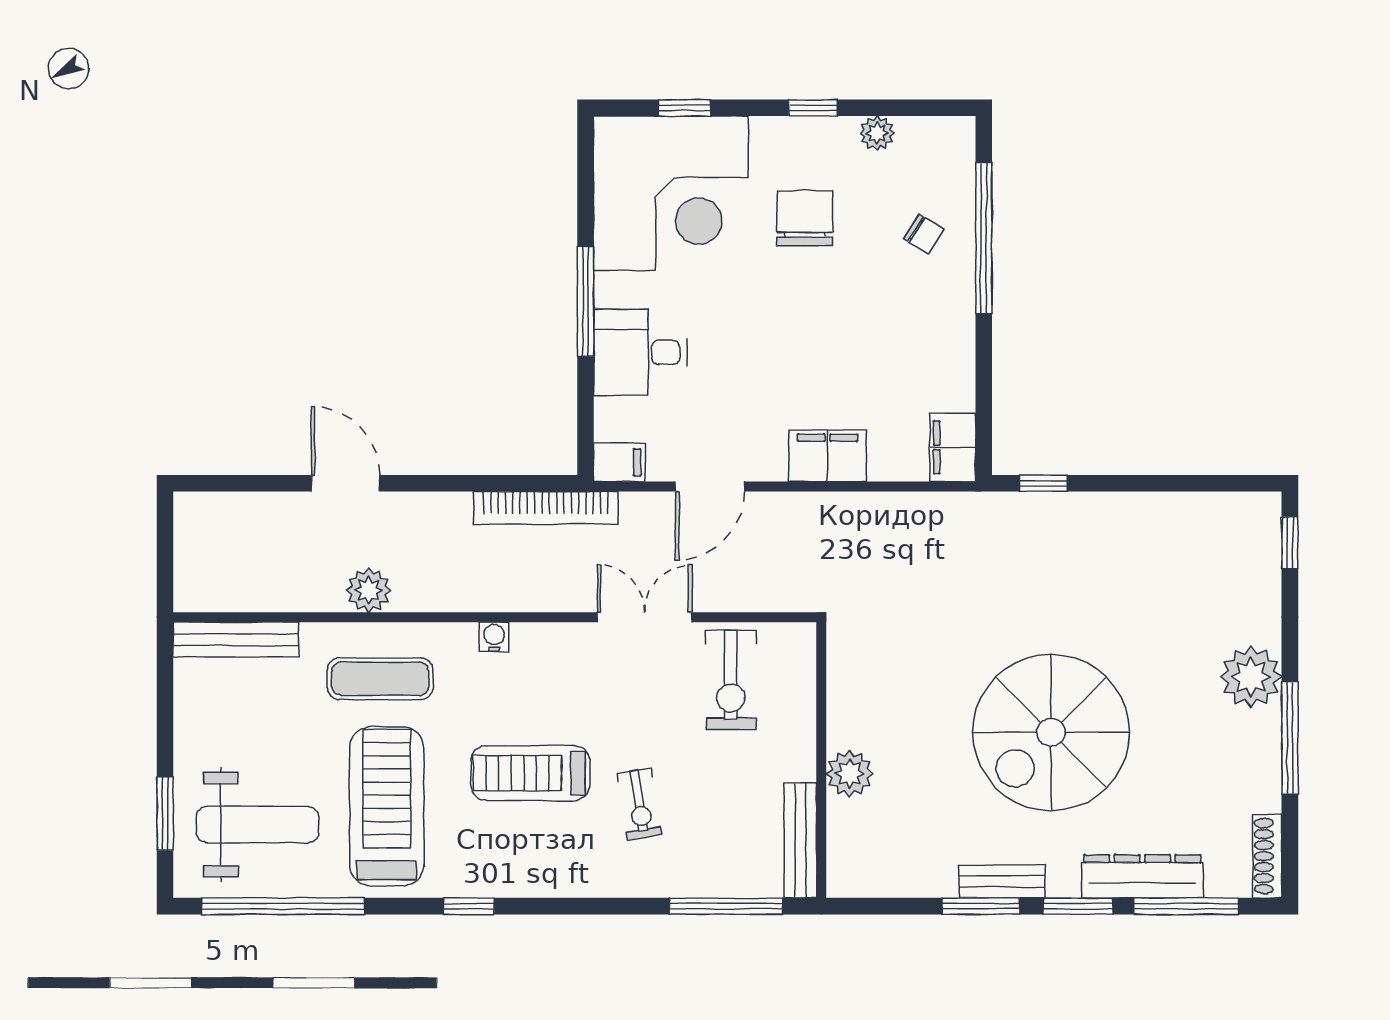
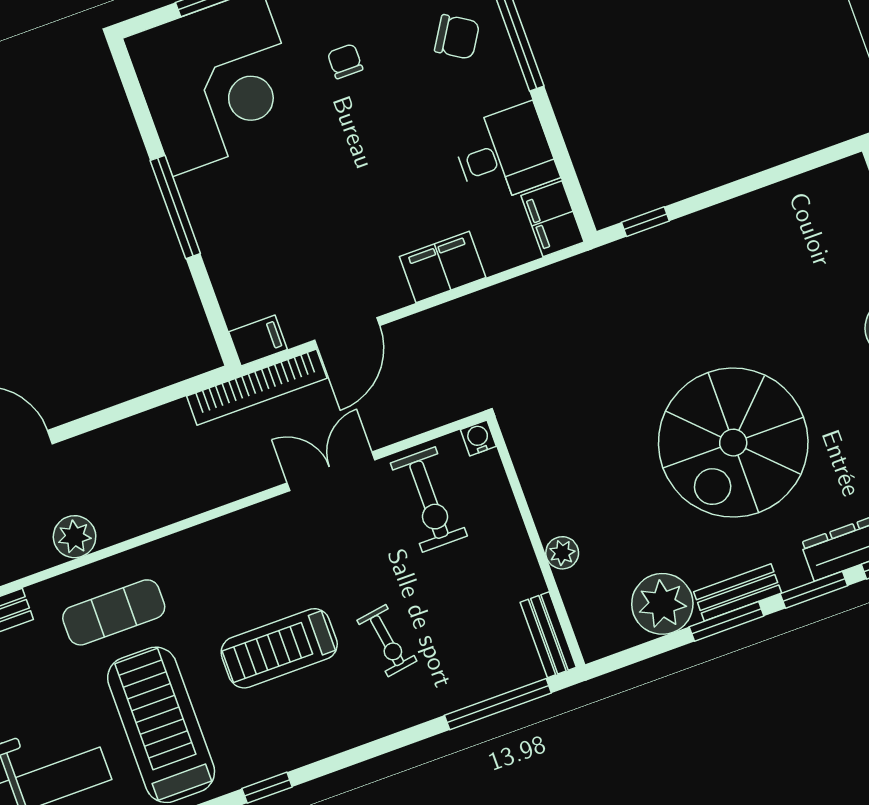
chair: (805, 218) -> (345, 61), width x0.54, depth x0.54
chair: (924, 234) -> (457, 37), width x1.37, depth x1.37
desk: (640, 352) -> (505, 154), moved, turned 180
bookcase: (546, 508) -> (257, 387), moved
water cooler: (494, 637) -> (478, 438), moved
plant: (850, 774) -> (562, 553), width x0.73, depth x0.73
bench: (800, 840) -> (548, 635), width x0.73
plant: (924, 866) -> (662, 604), added

